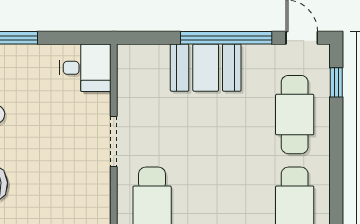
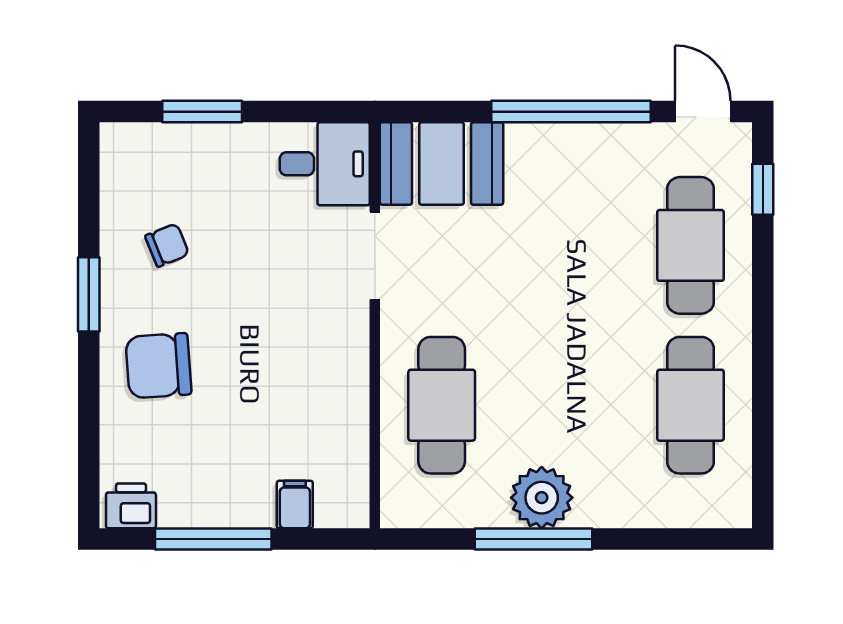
booth: (206, 68) -> (441, 163), moved
doorway: (114, 141) -> (375, 256), moved

